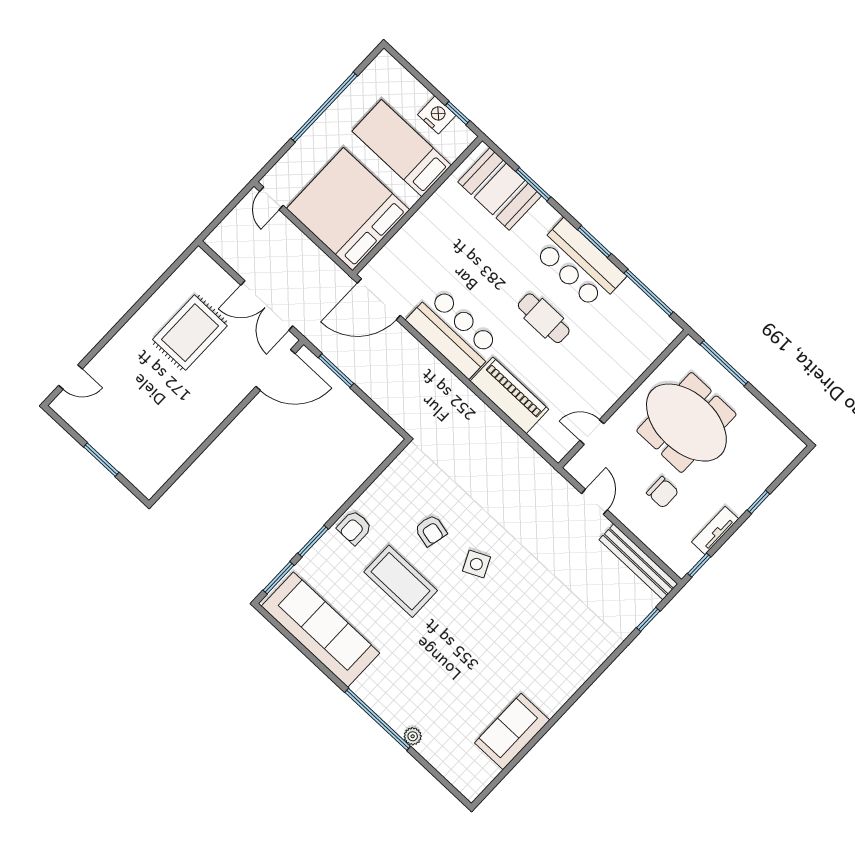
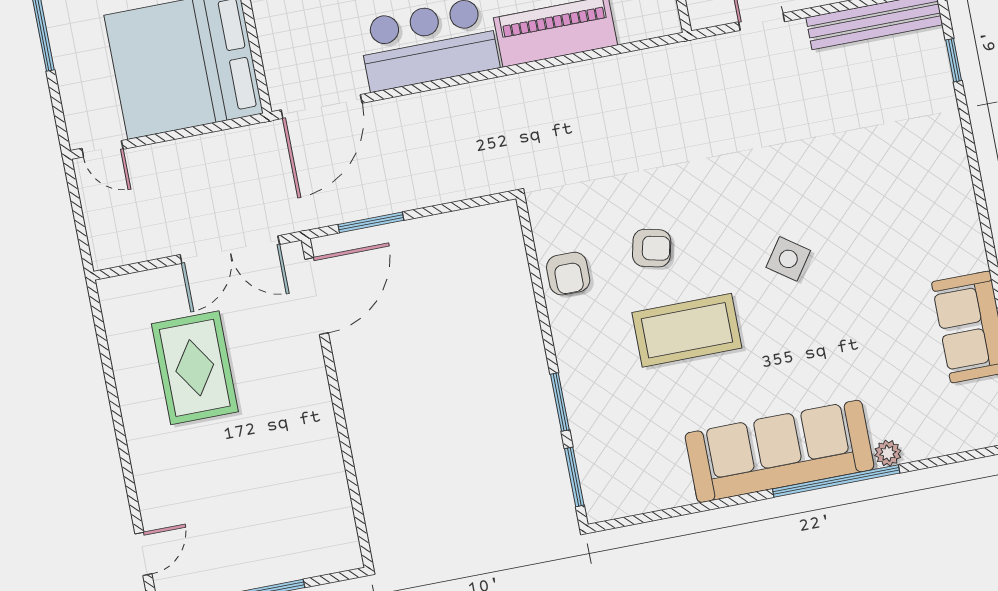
armchair: (354, 528) -> (568, 274), moved
side table: (476, 564) -> (788, 259), moved, turned -30
sofa: (321, 630) -> (779, 451), moved

